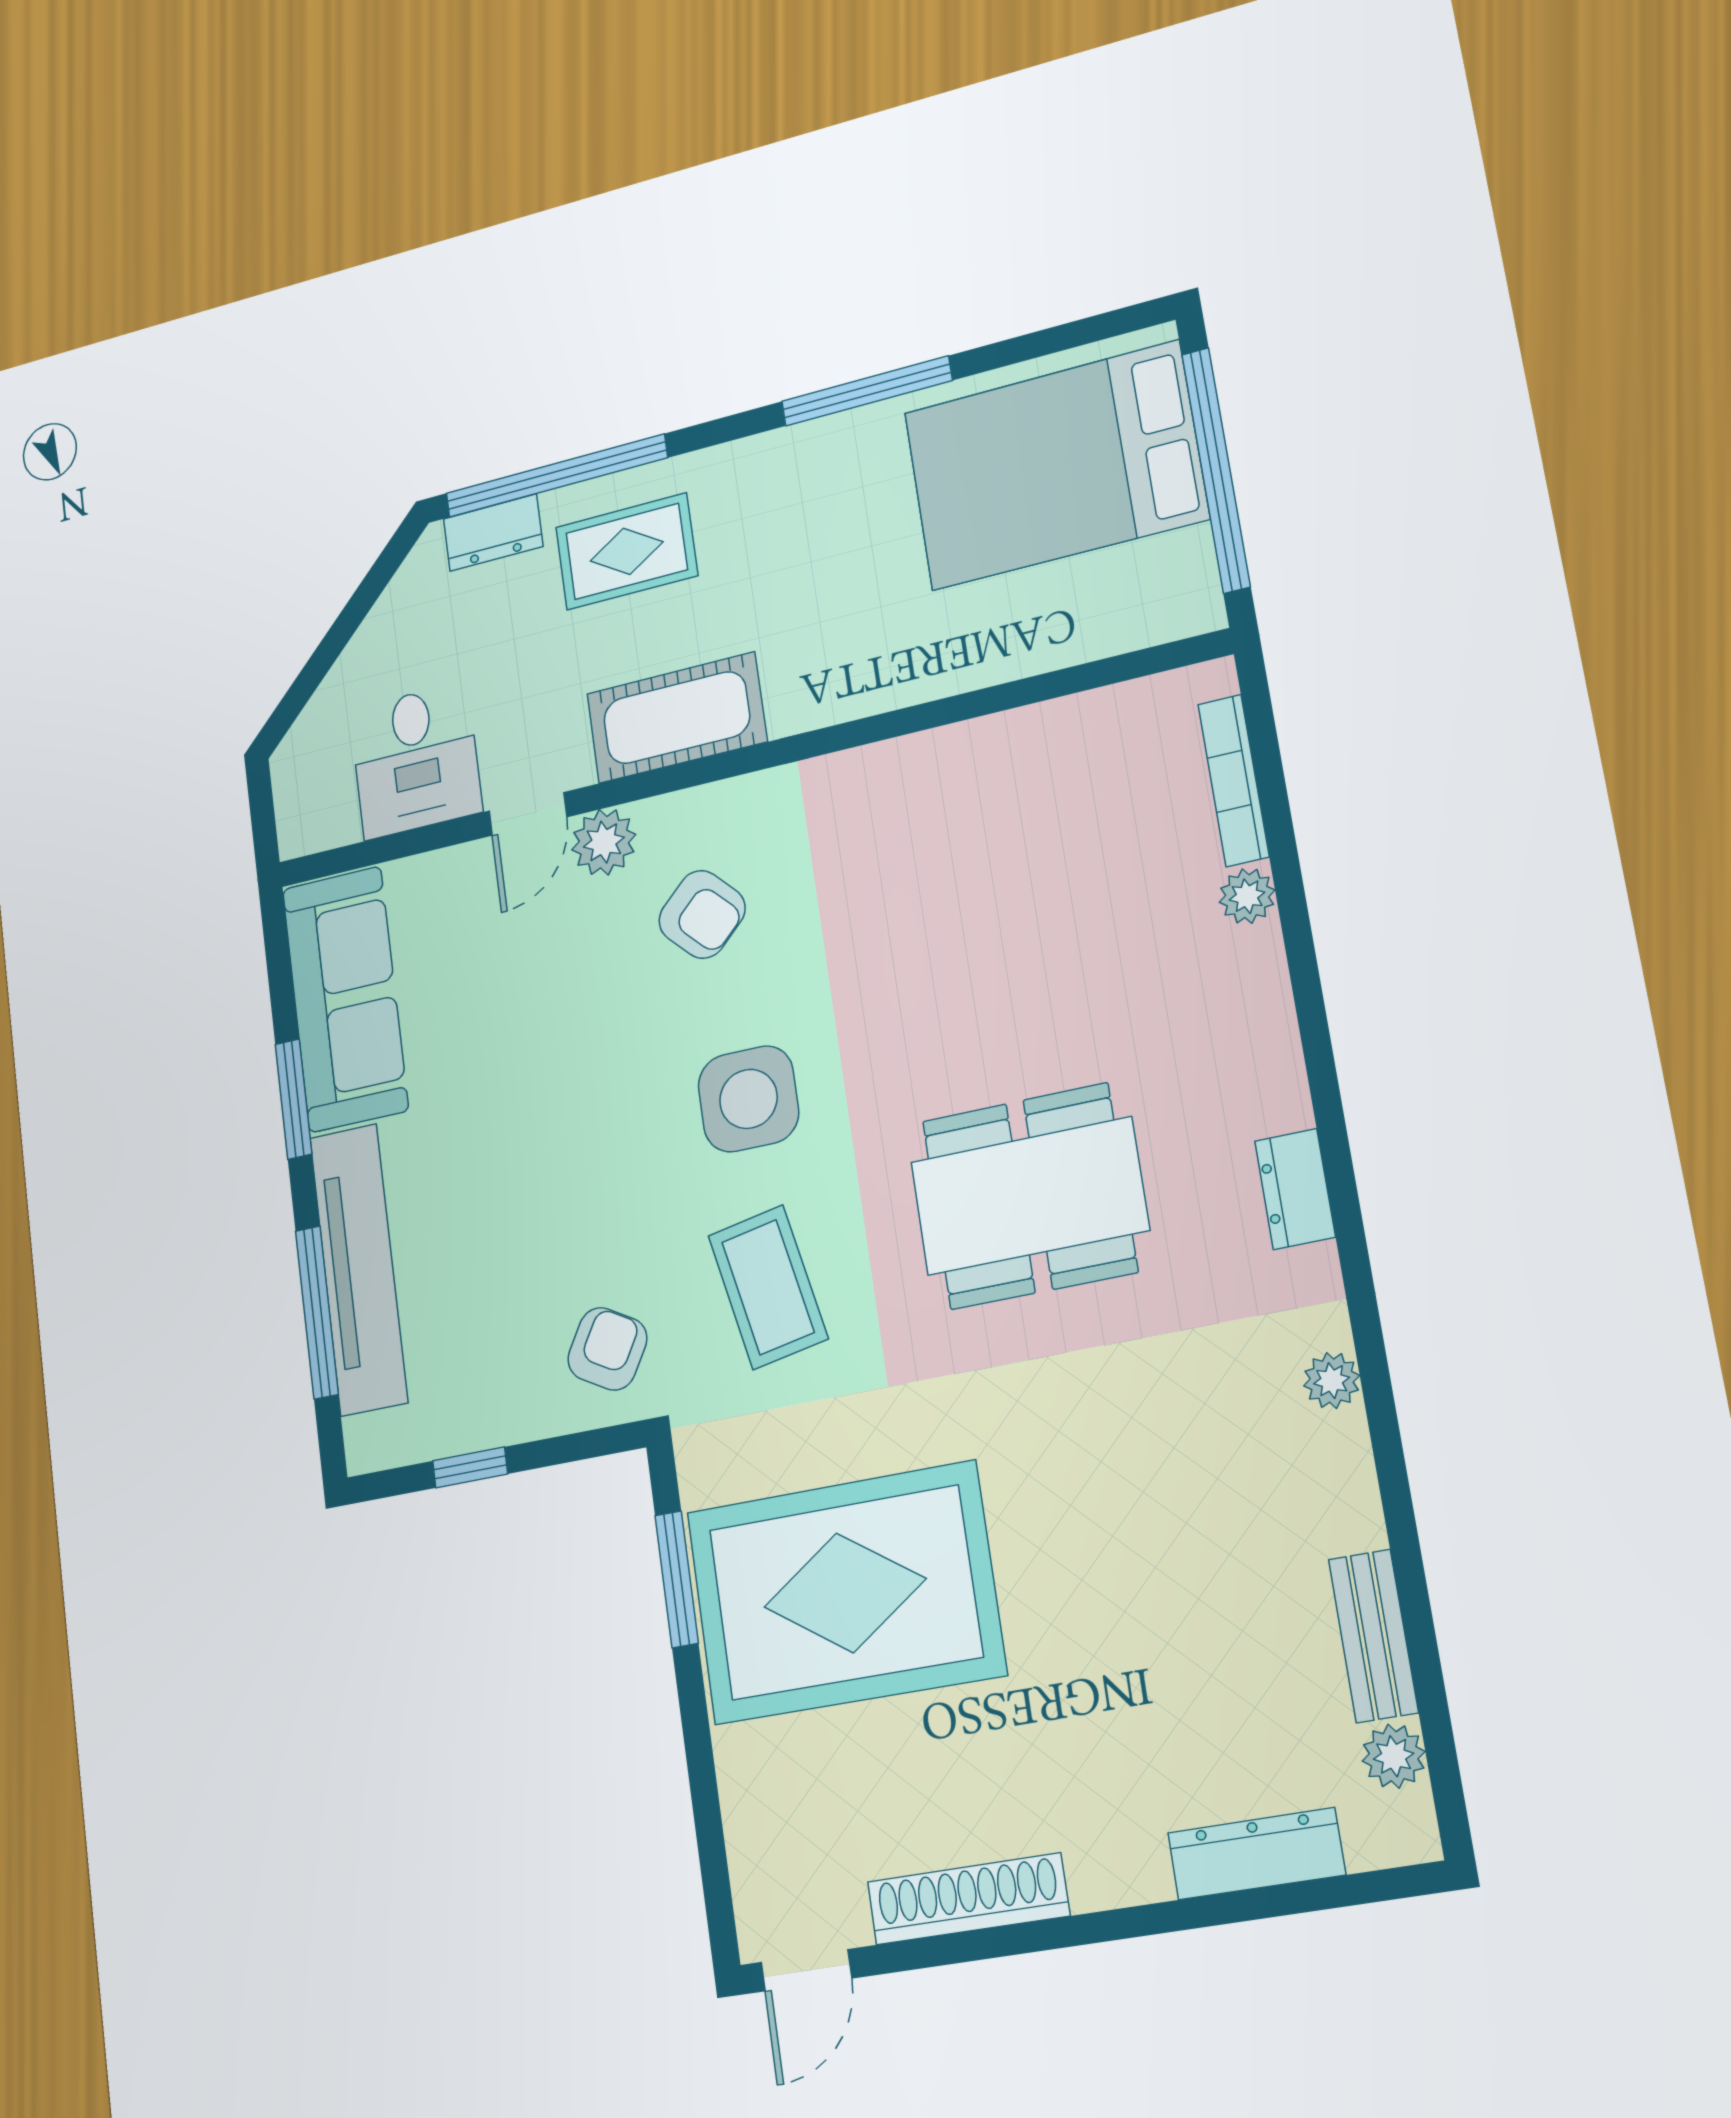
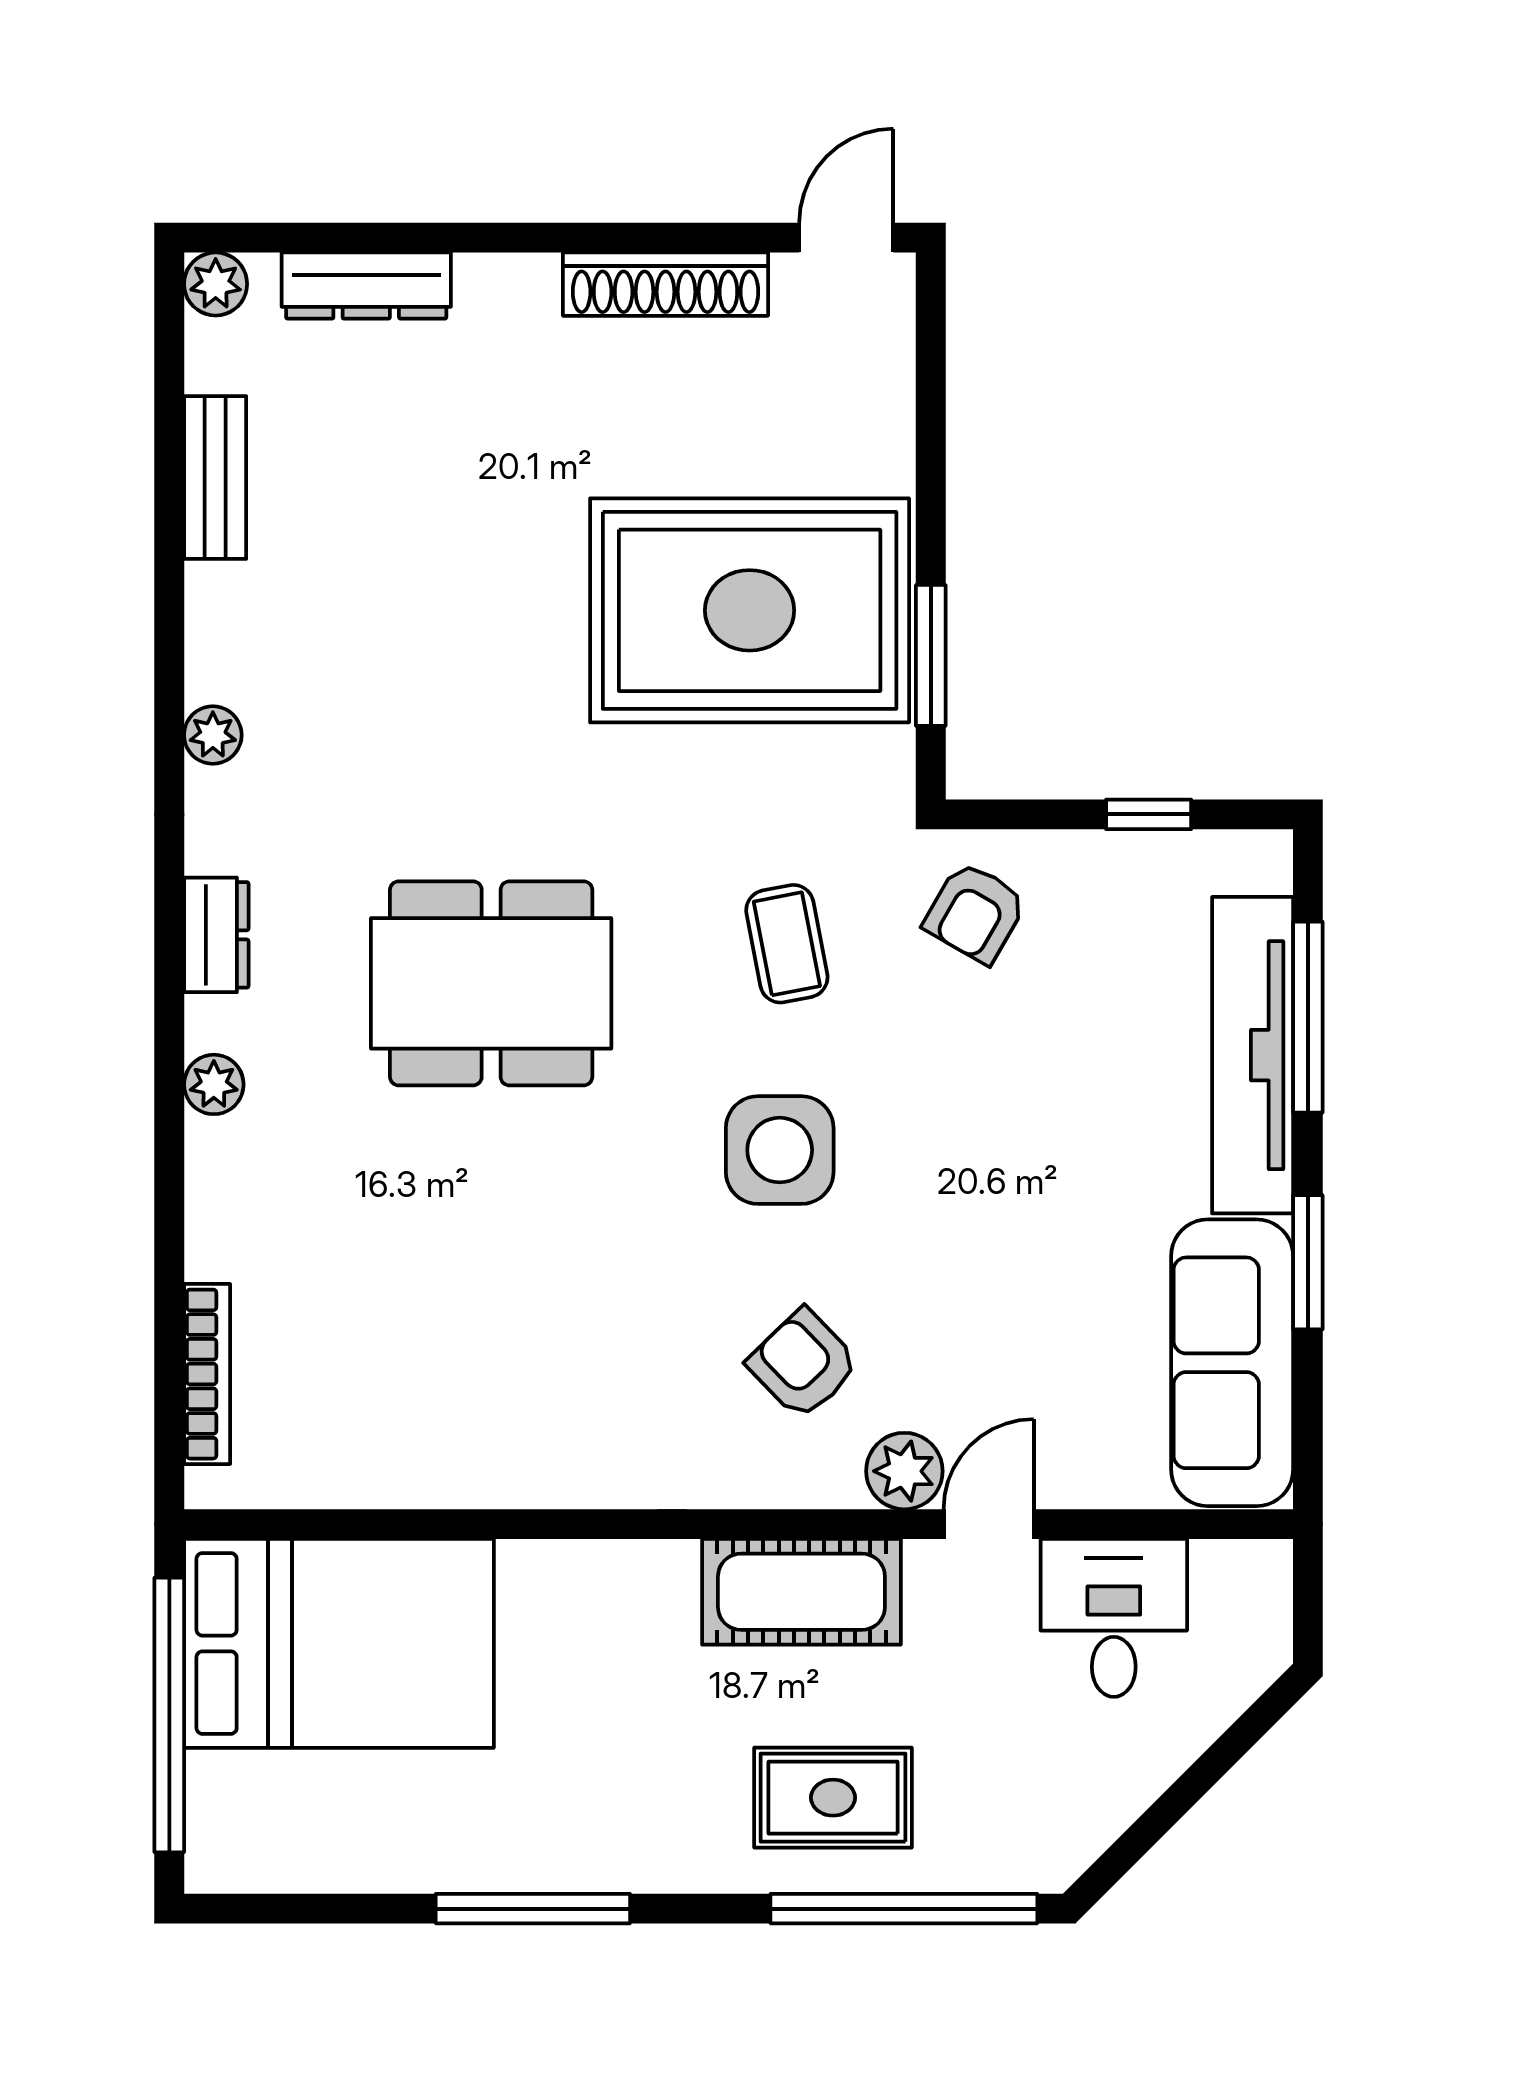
bed: (1055, 466) -> (339, 1643), moved
dresser: (493, 533) -> (987, 1862), removed
plant: (1247, 896) -> (214, 1084), moved
coffee table: (768, 1287) -> (787, 944), width x0.73, depth x0.77
plant: (1394, 1756) -> (216, 284), moved

